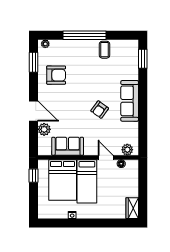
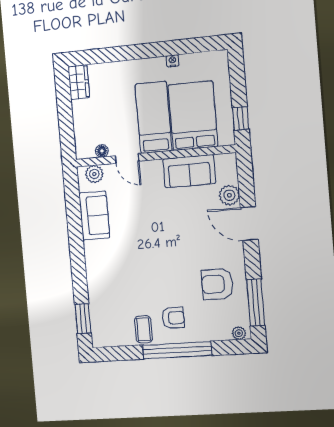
window: (34, 62) -> (256, 303), width x1.44
sofa: (130, 101) -> (94, 215), moved, width x0.73
armchair: (100, 110) -> (173, 318), moved, turned 54

